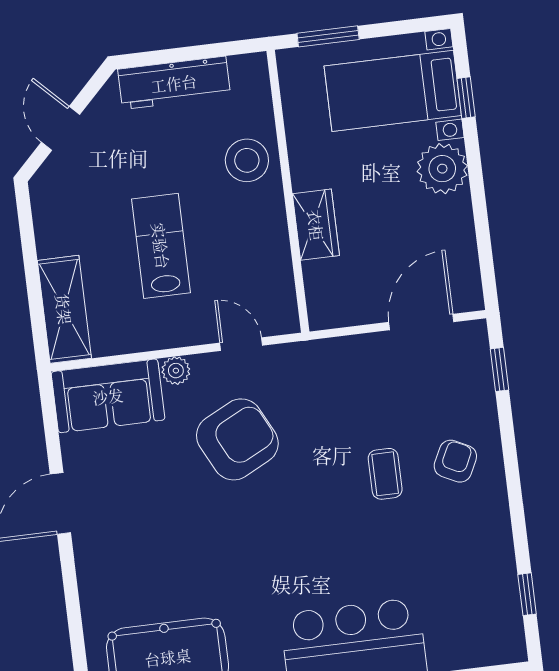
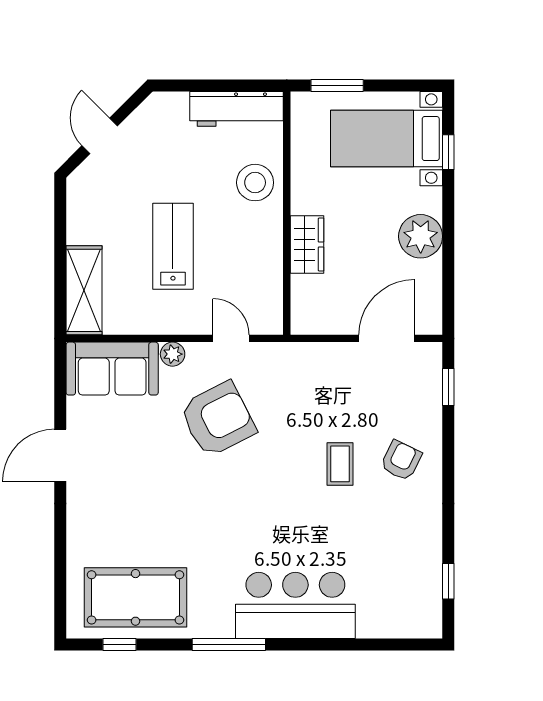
workbench: (174, 83) -> (237, 109), moved
plant: (442, 169) -> (421, 236), moved

